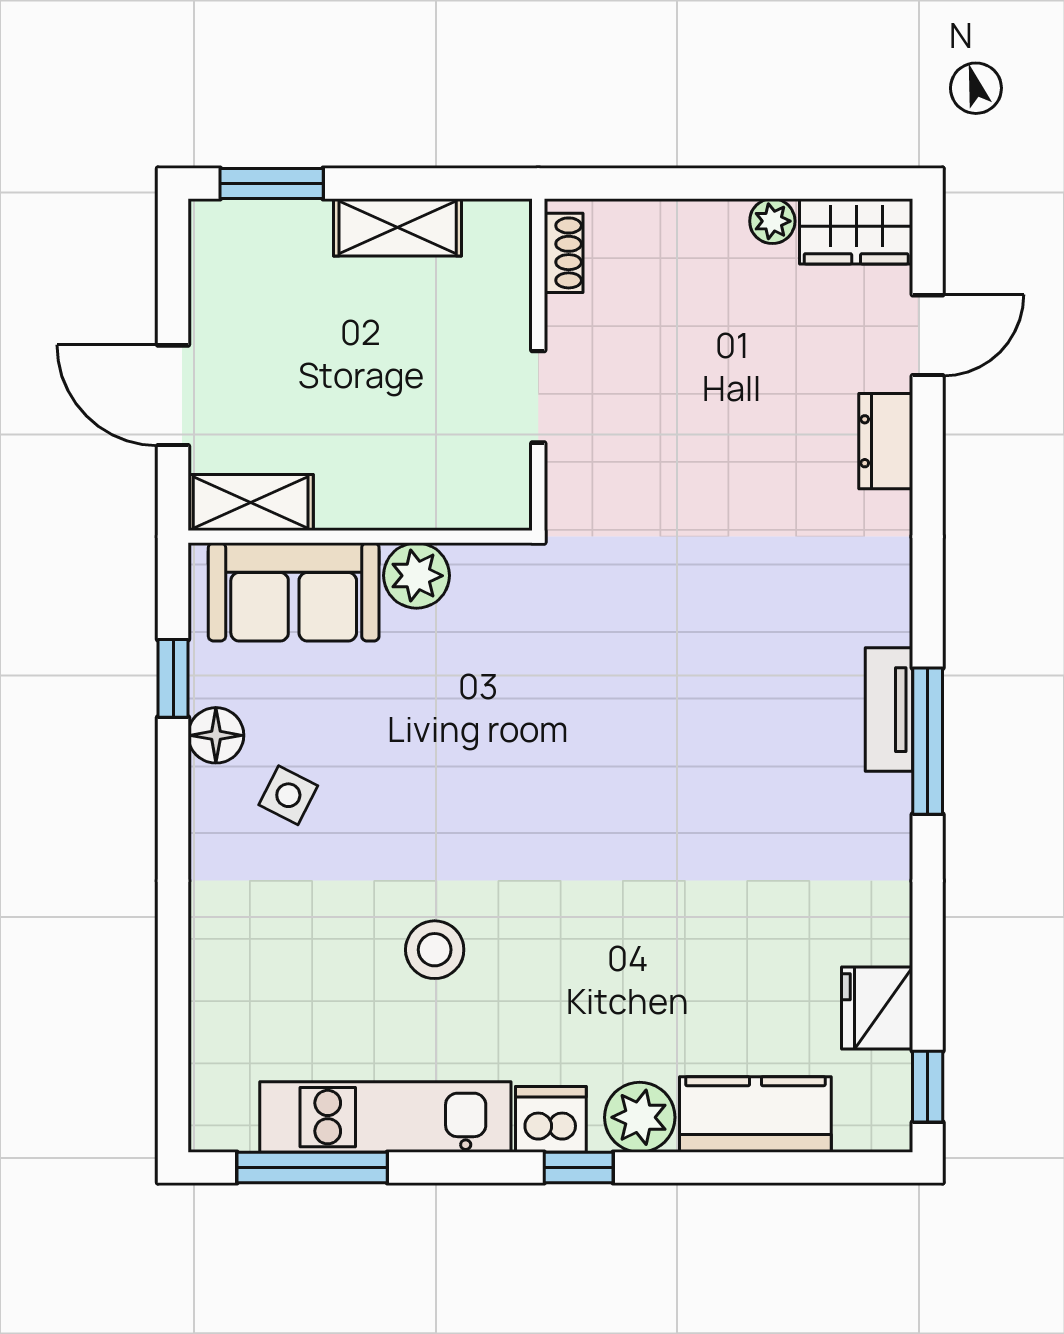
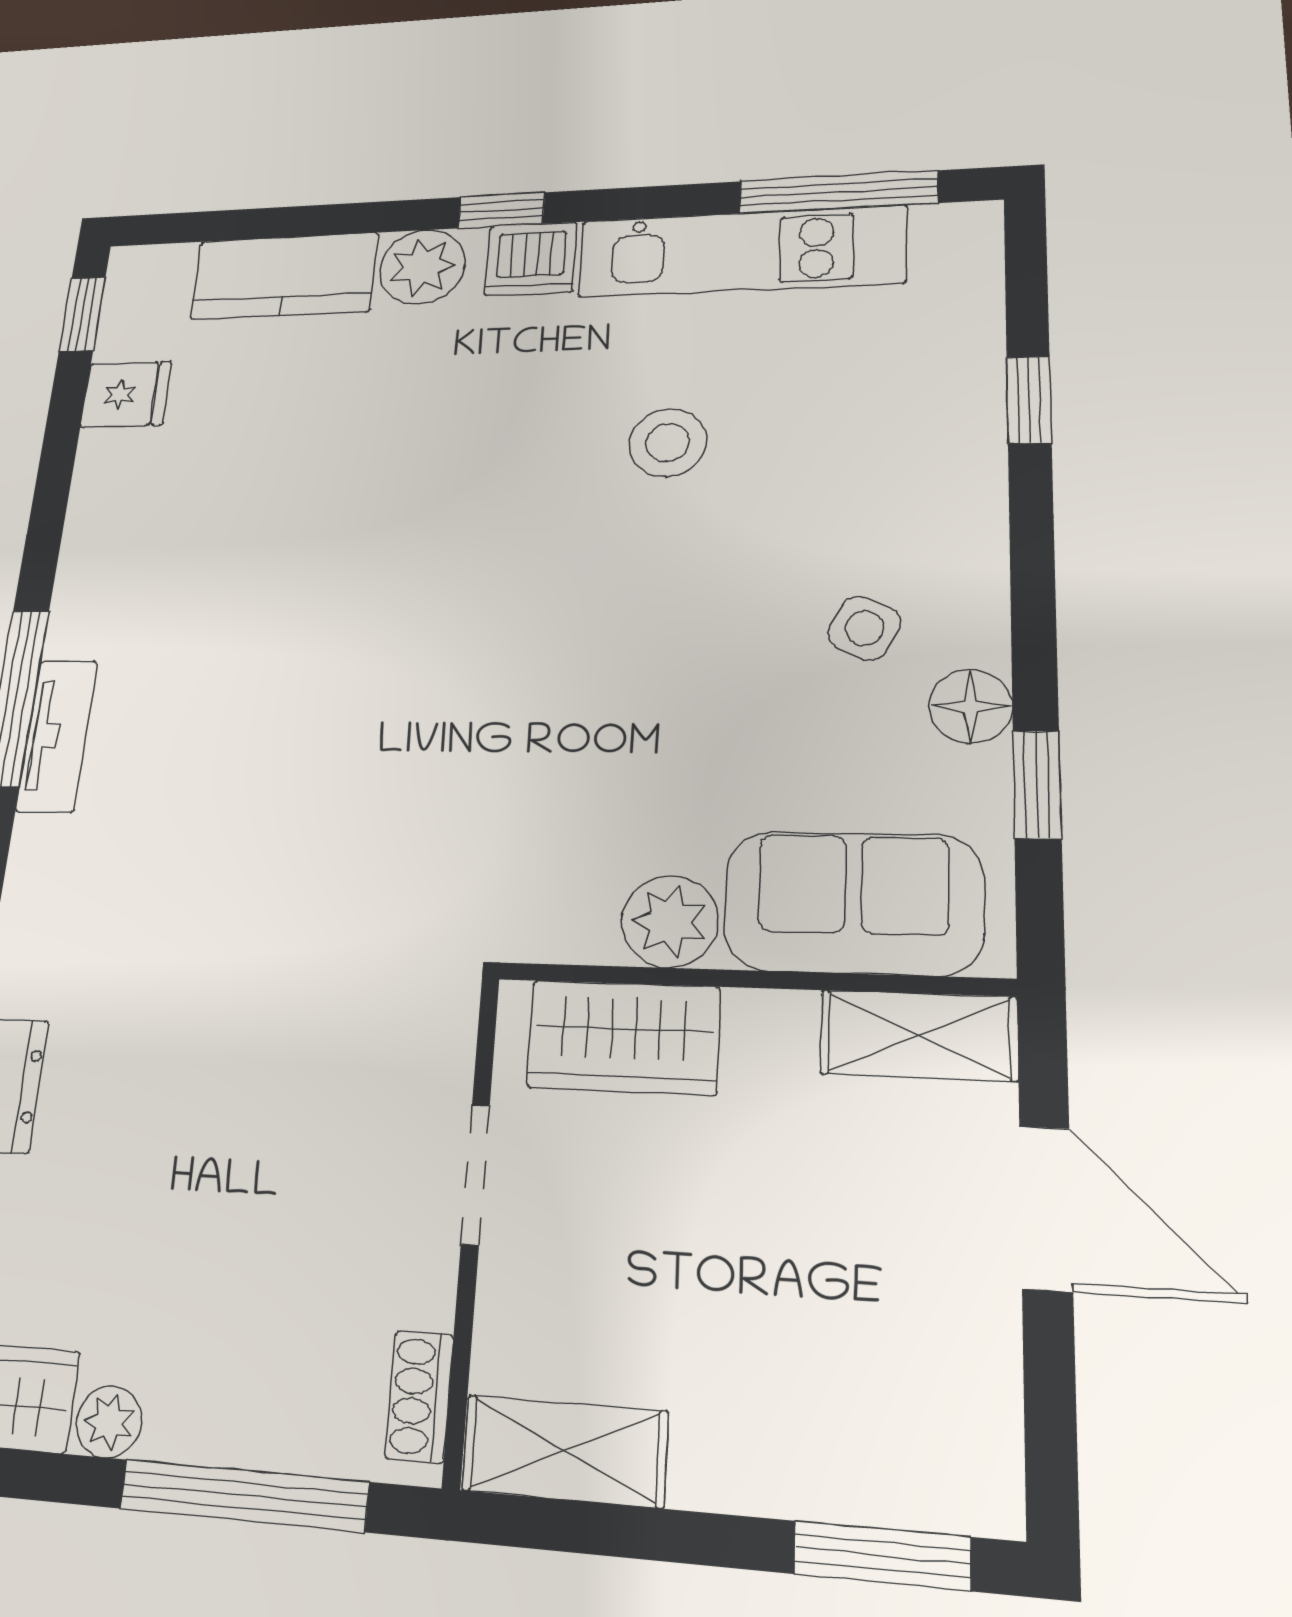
window: (674, 184) -> (244, 1495), added
shelving: (398, 227) -> (565, 1451), moved
wardrobe: (444, 494) -> (623, 1037), added
window: (173, 977) -> (1029, 400), added
fridge: (877, 1008) -> (126, 394), width x0.72

